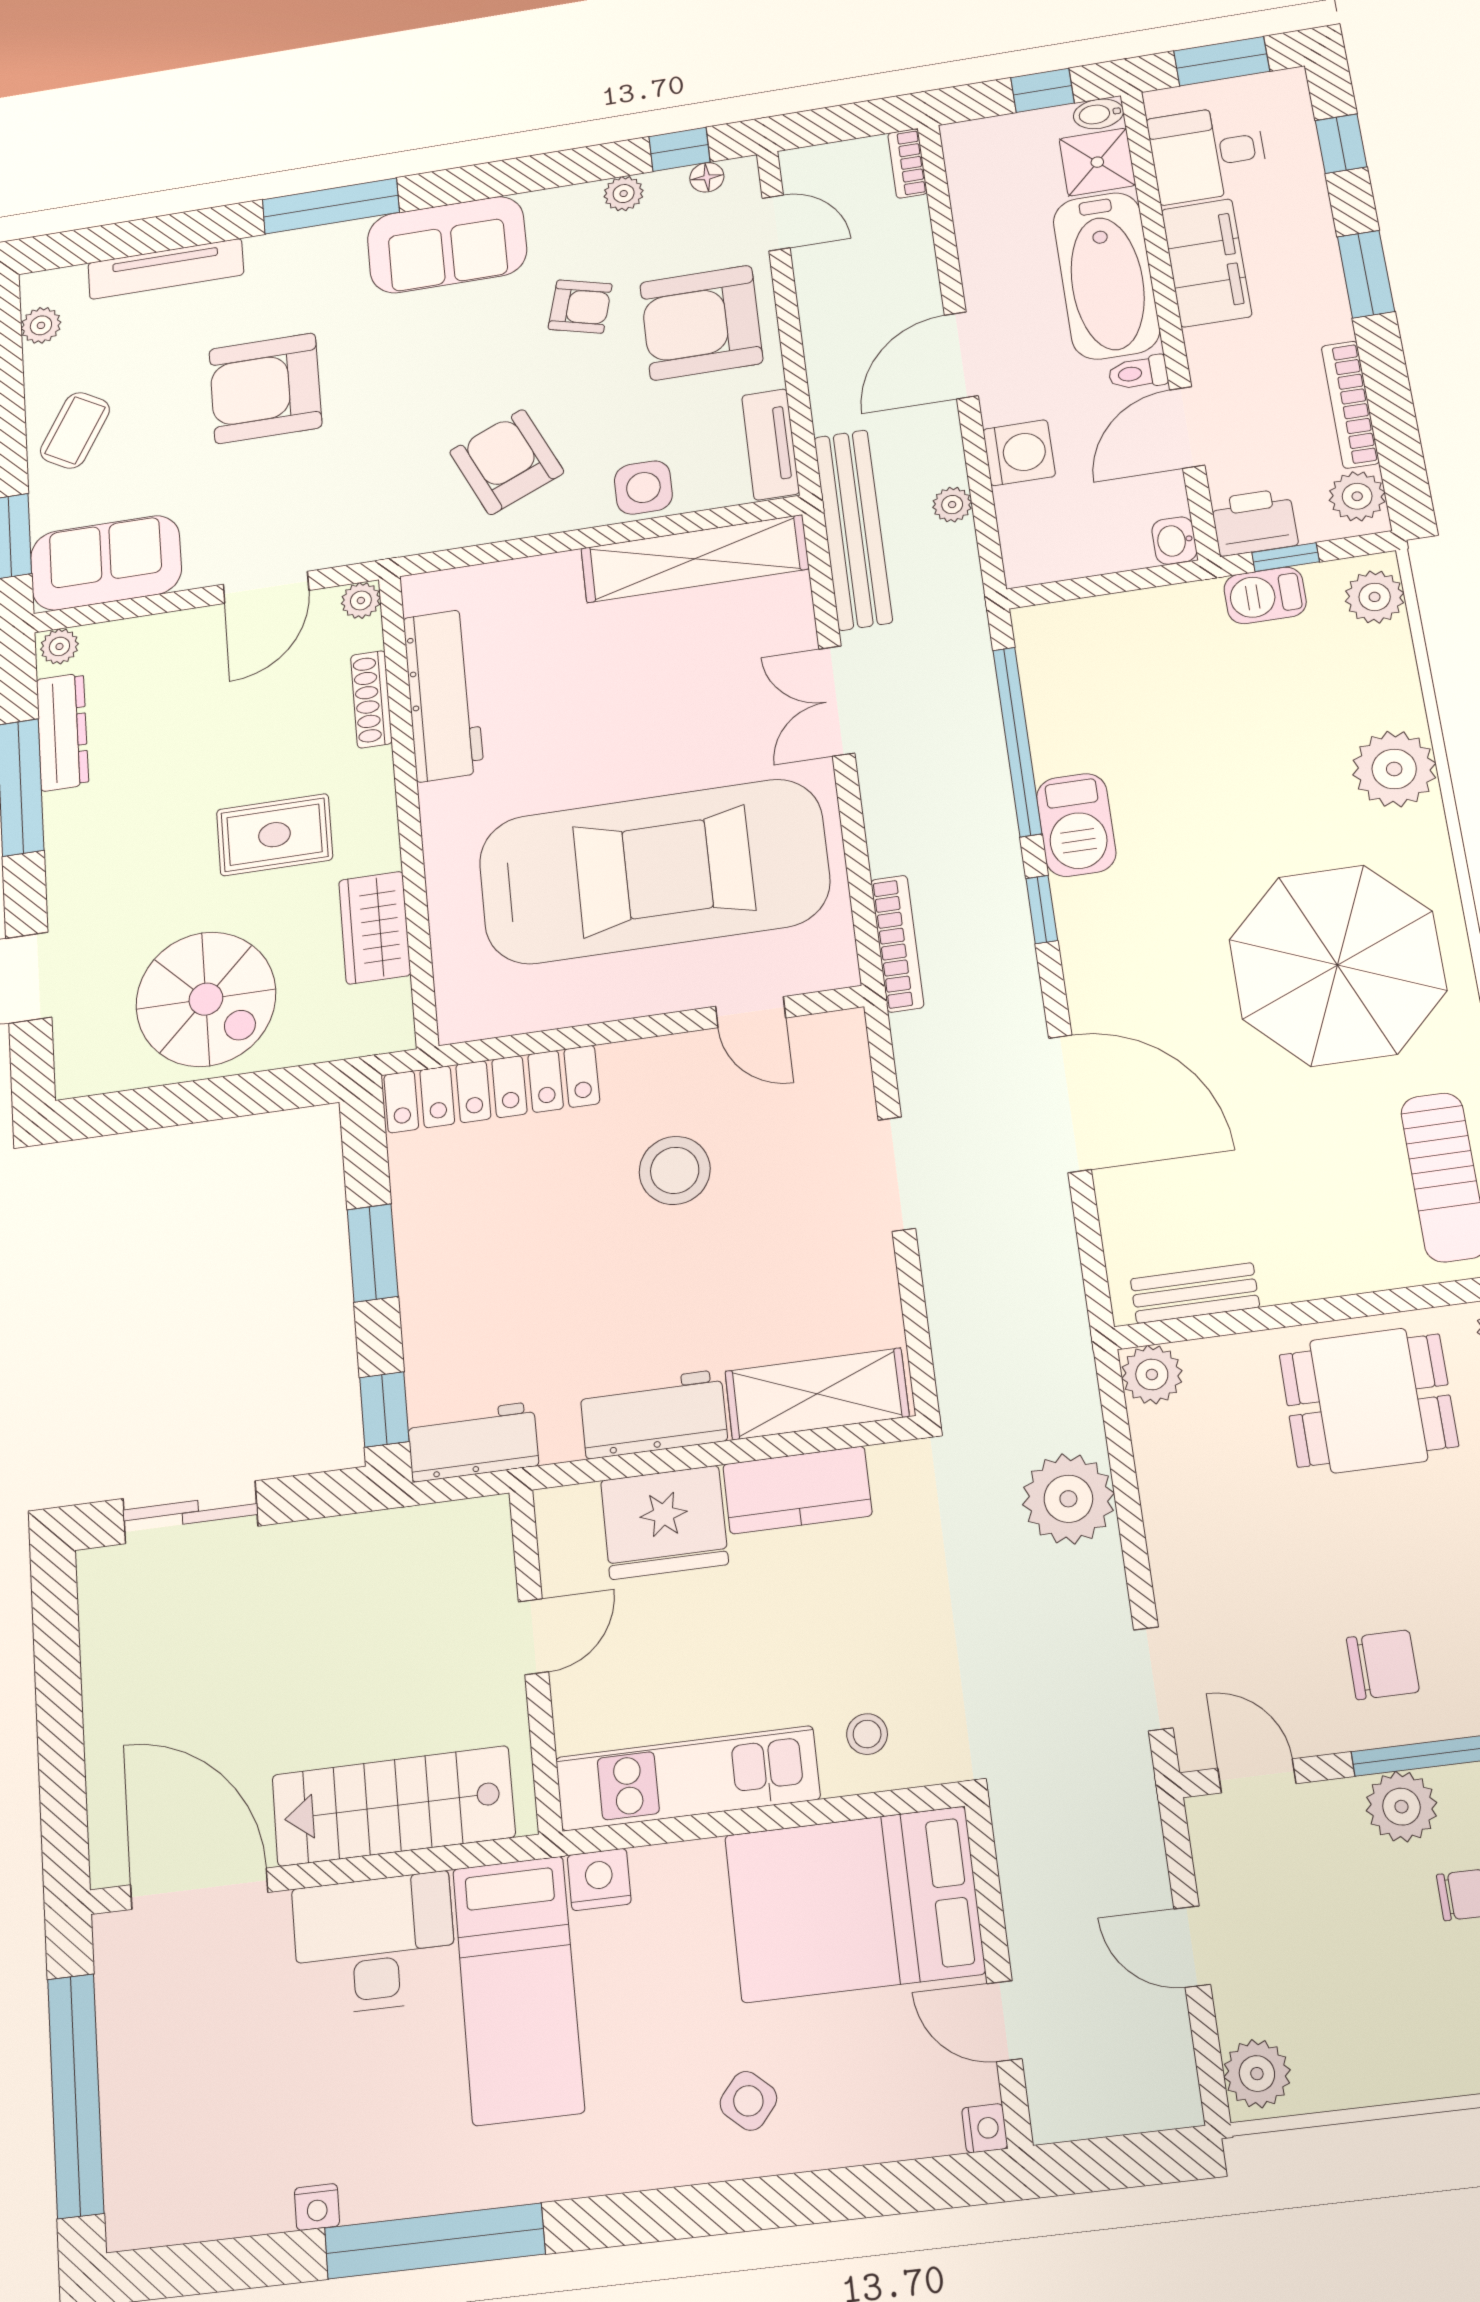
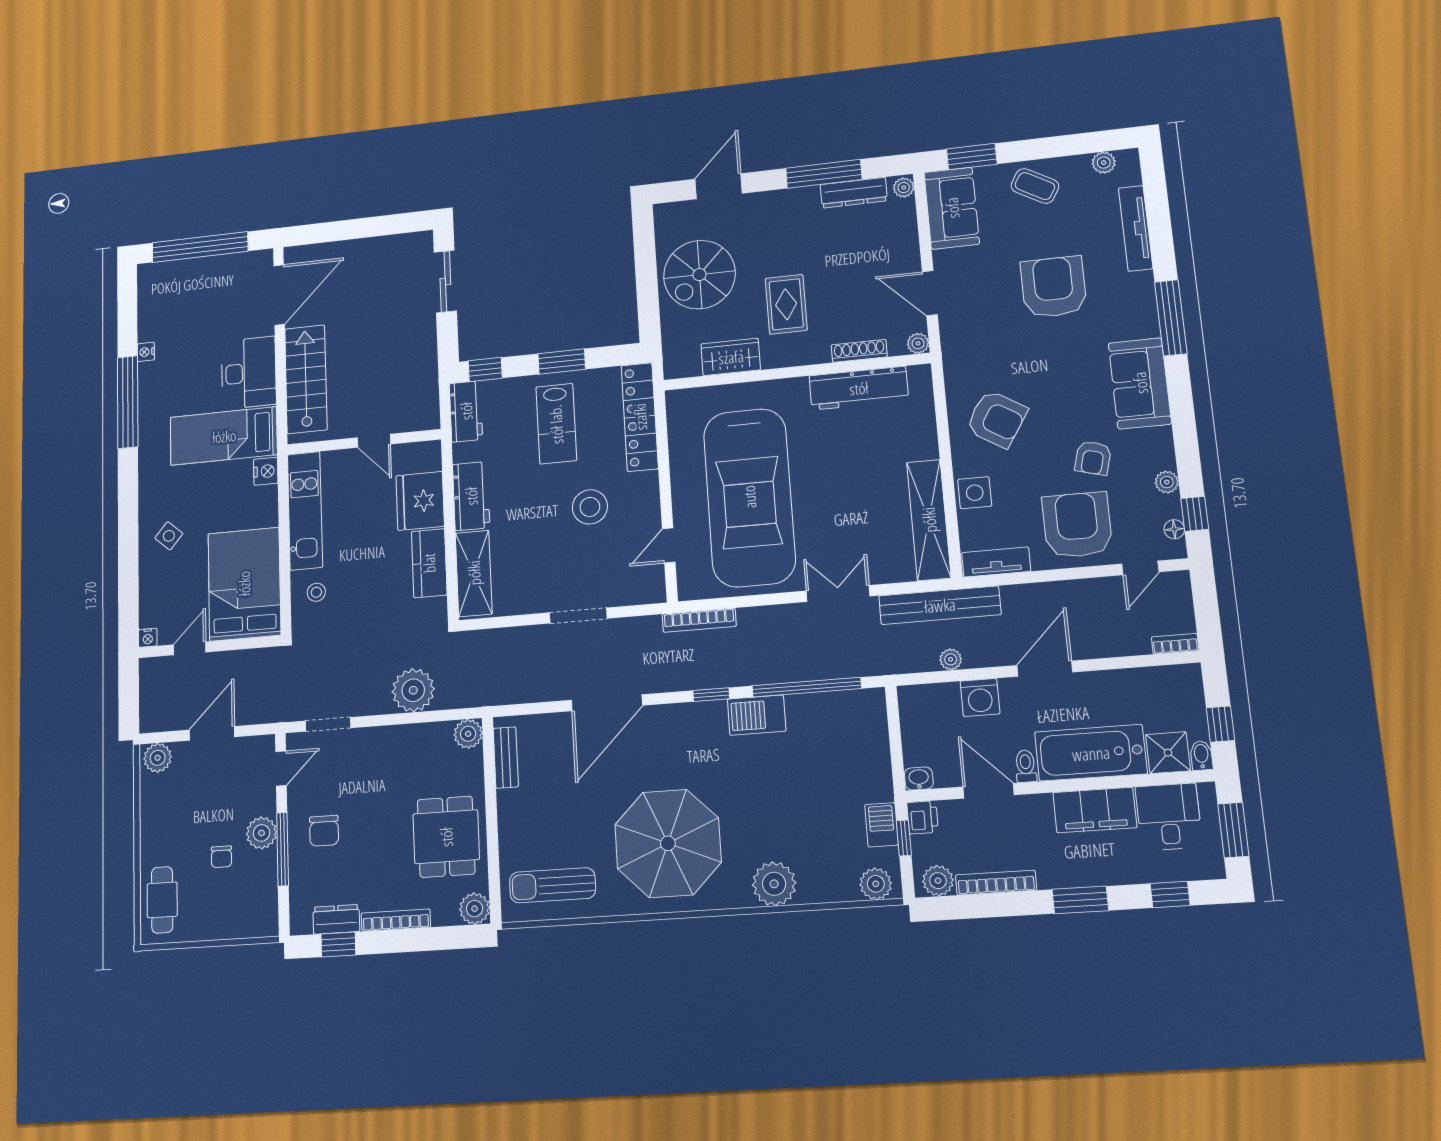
door: (961, 355) -> (1045, 669), hinge flipped
armchair: (507, 462) -> (997, 419), turned 56
printer: (1254, 522) -> (923, 817), width x0.73, depth x0.81
lab bench: (502, 1252) -> (556, 424), added
door: (1192, 1947) -> (212, 733), width x1.38

